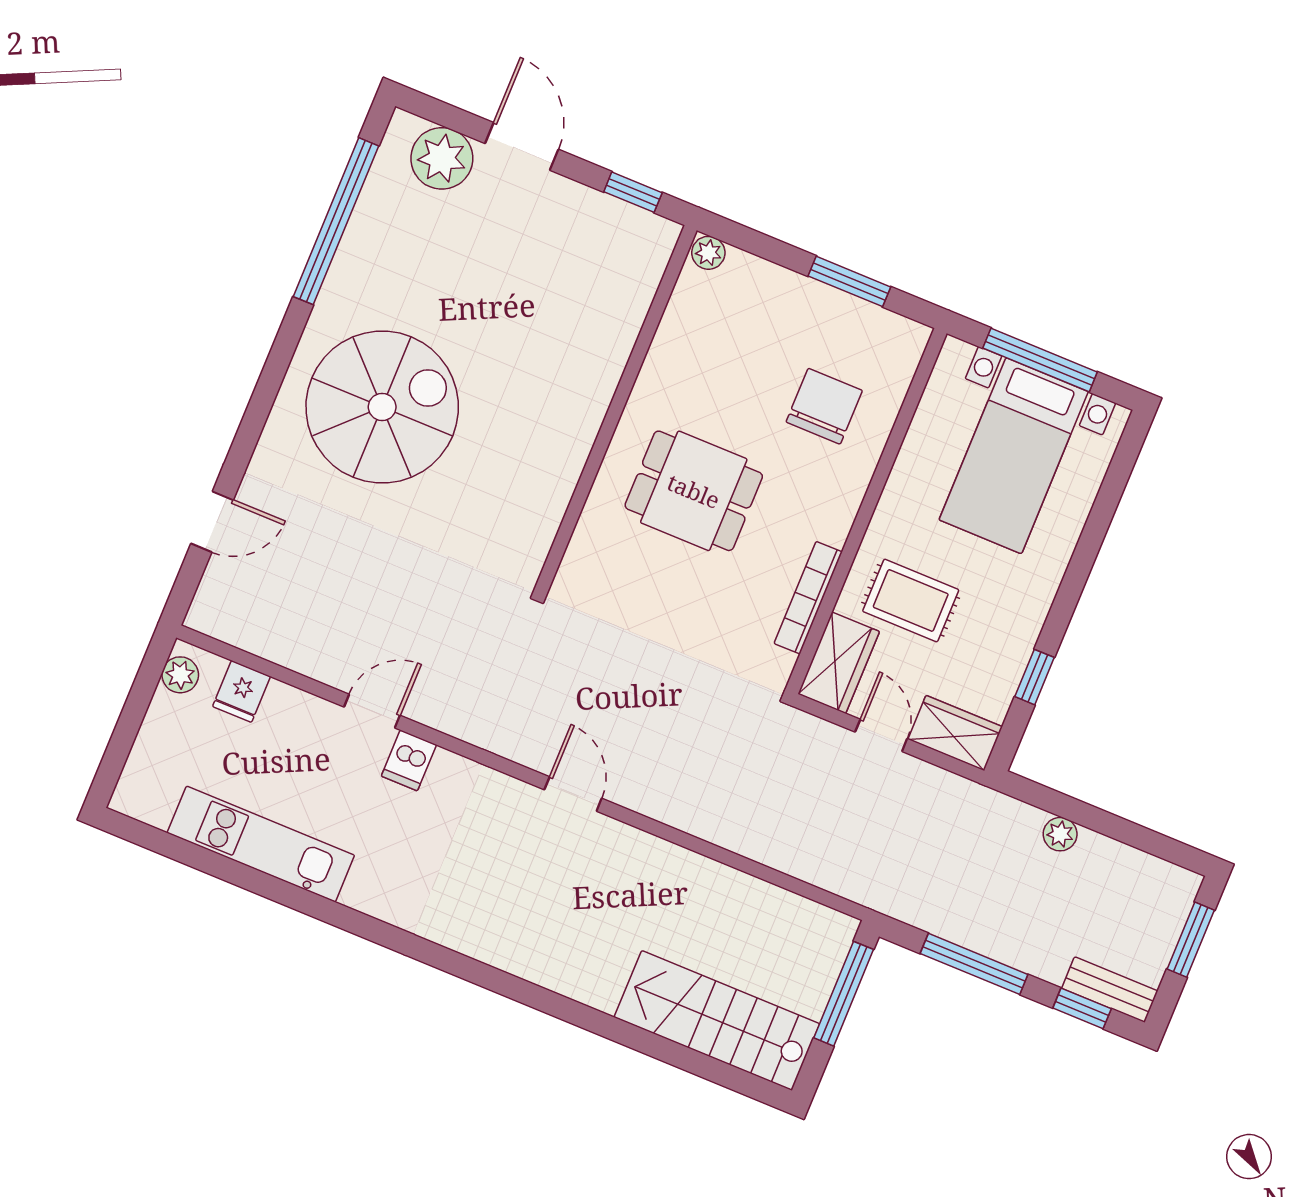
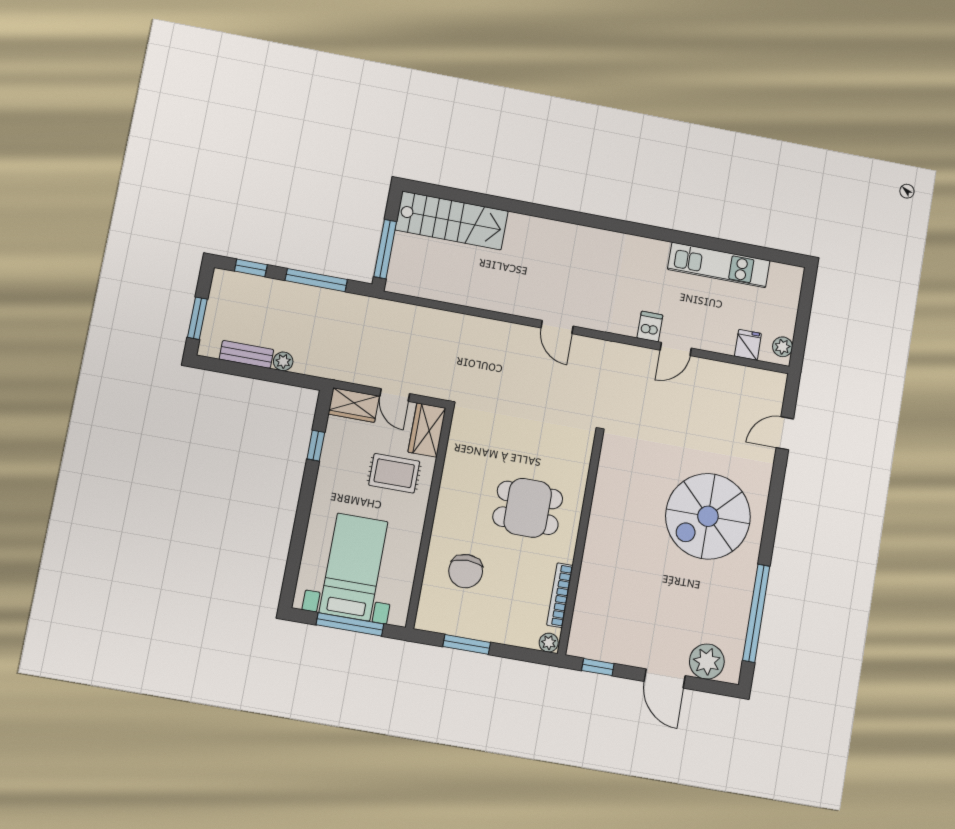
bookcase: (808, 598) -> (560, 595), moved, turned 180
bench: (1110, 990) -> (246, 354), moved

